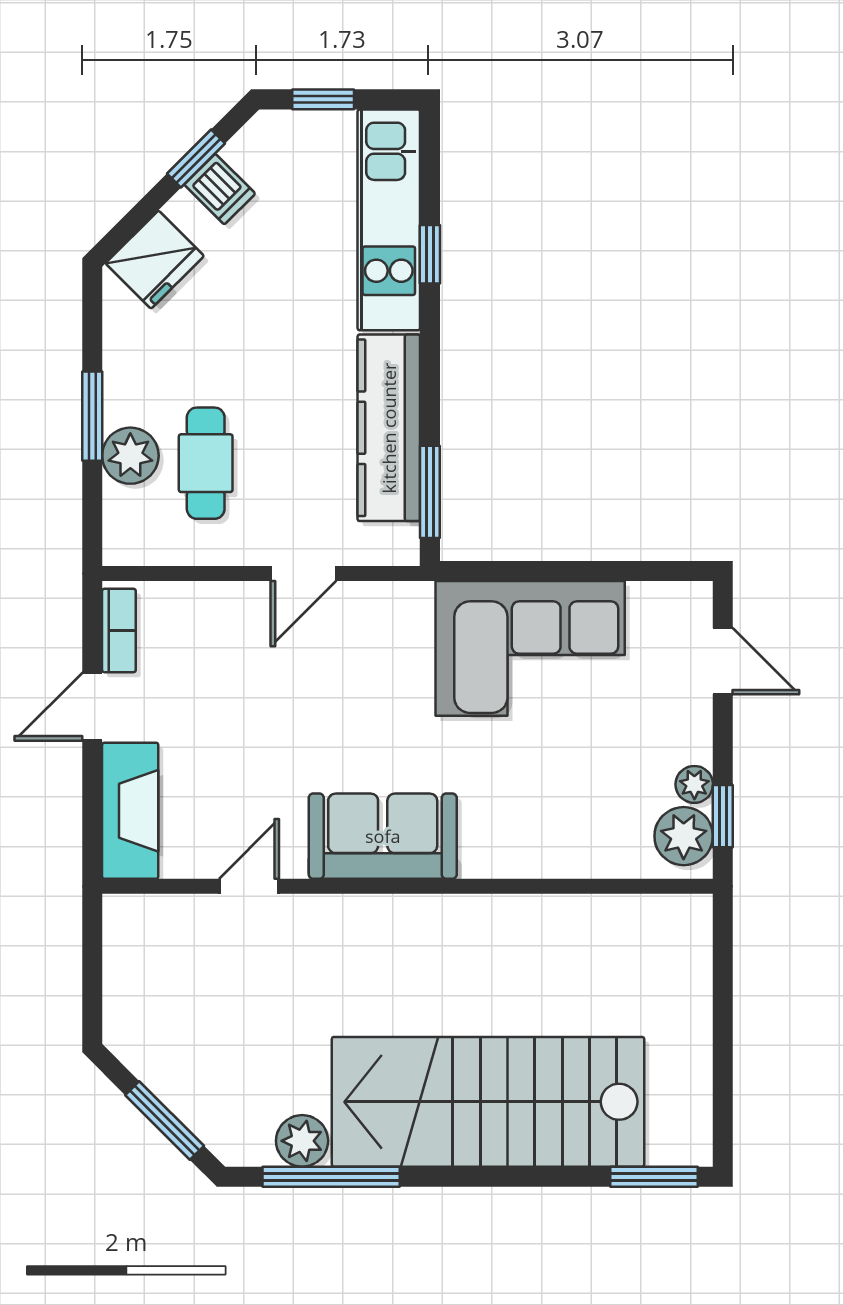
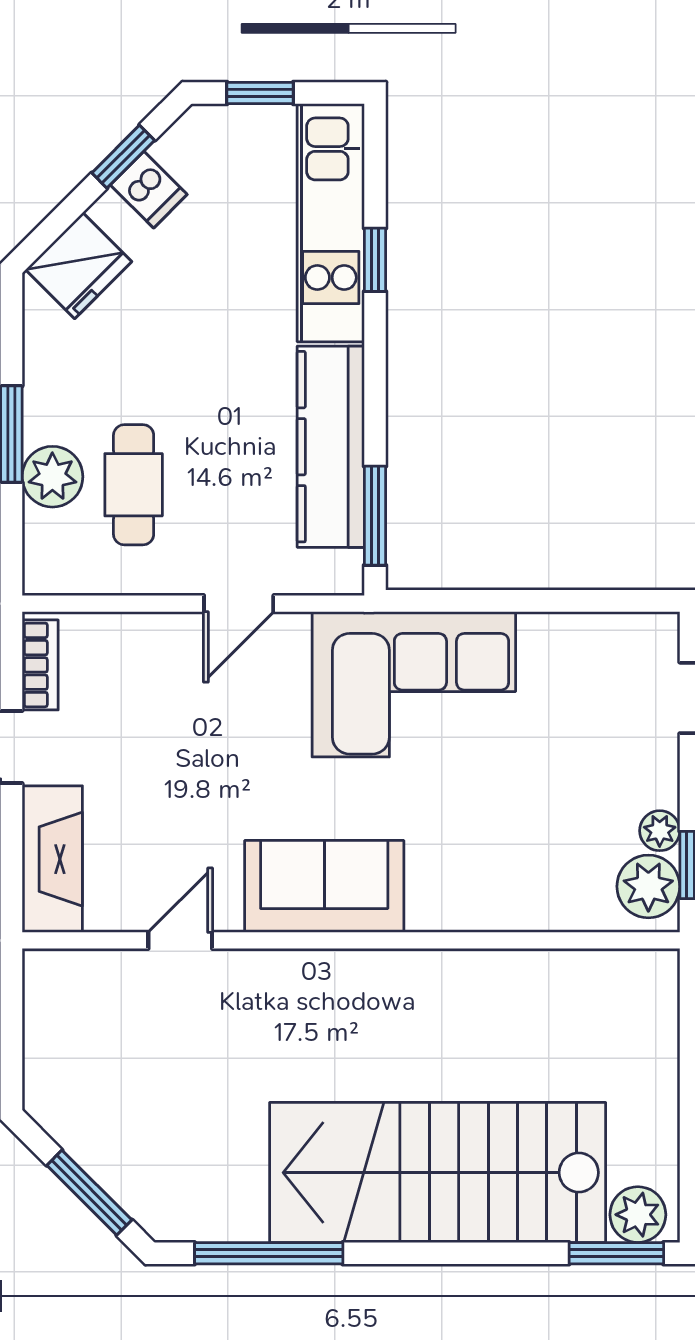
corner sofa: (530, 648) -> (414, 684), moved
plant: (302, 1141) -> (638, 1215), moved

